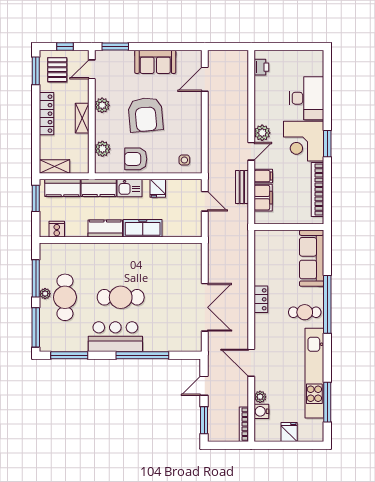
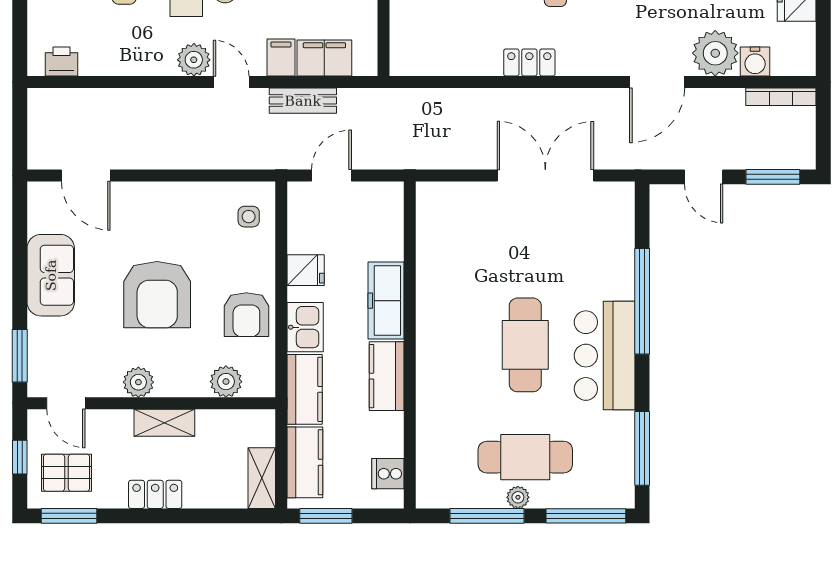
locker: (46, 114) -> (155, 494), width x0.66
armchair: (146, 115) -> (157, 295), turned 95
plant: (260, 397) -> (715, 53), width x1.88, depth x1.88

